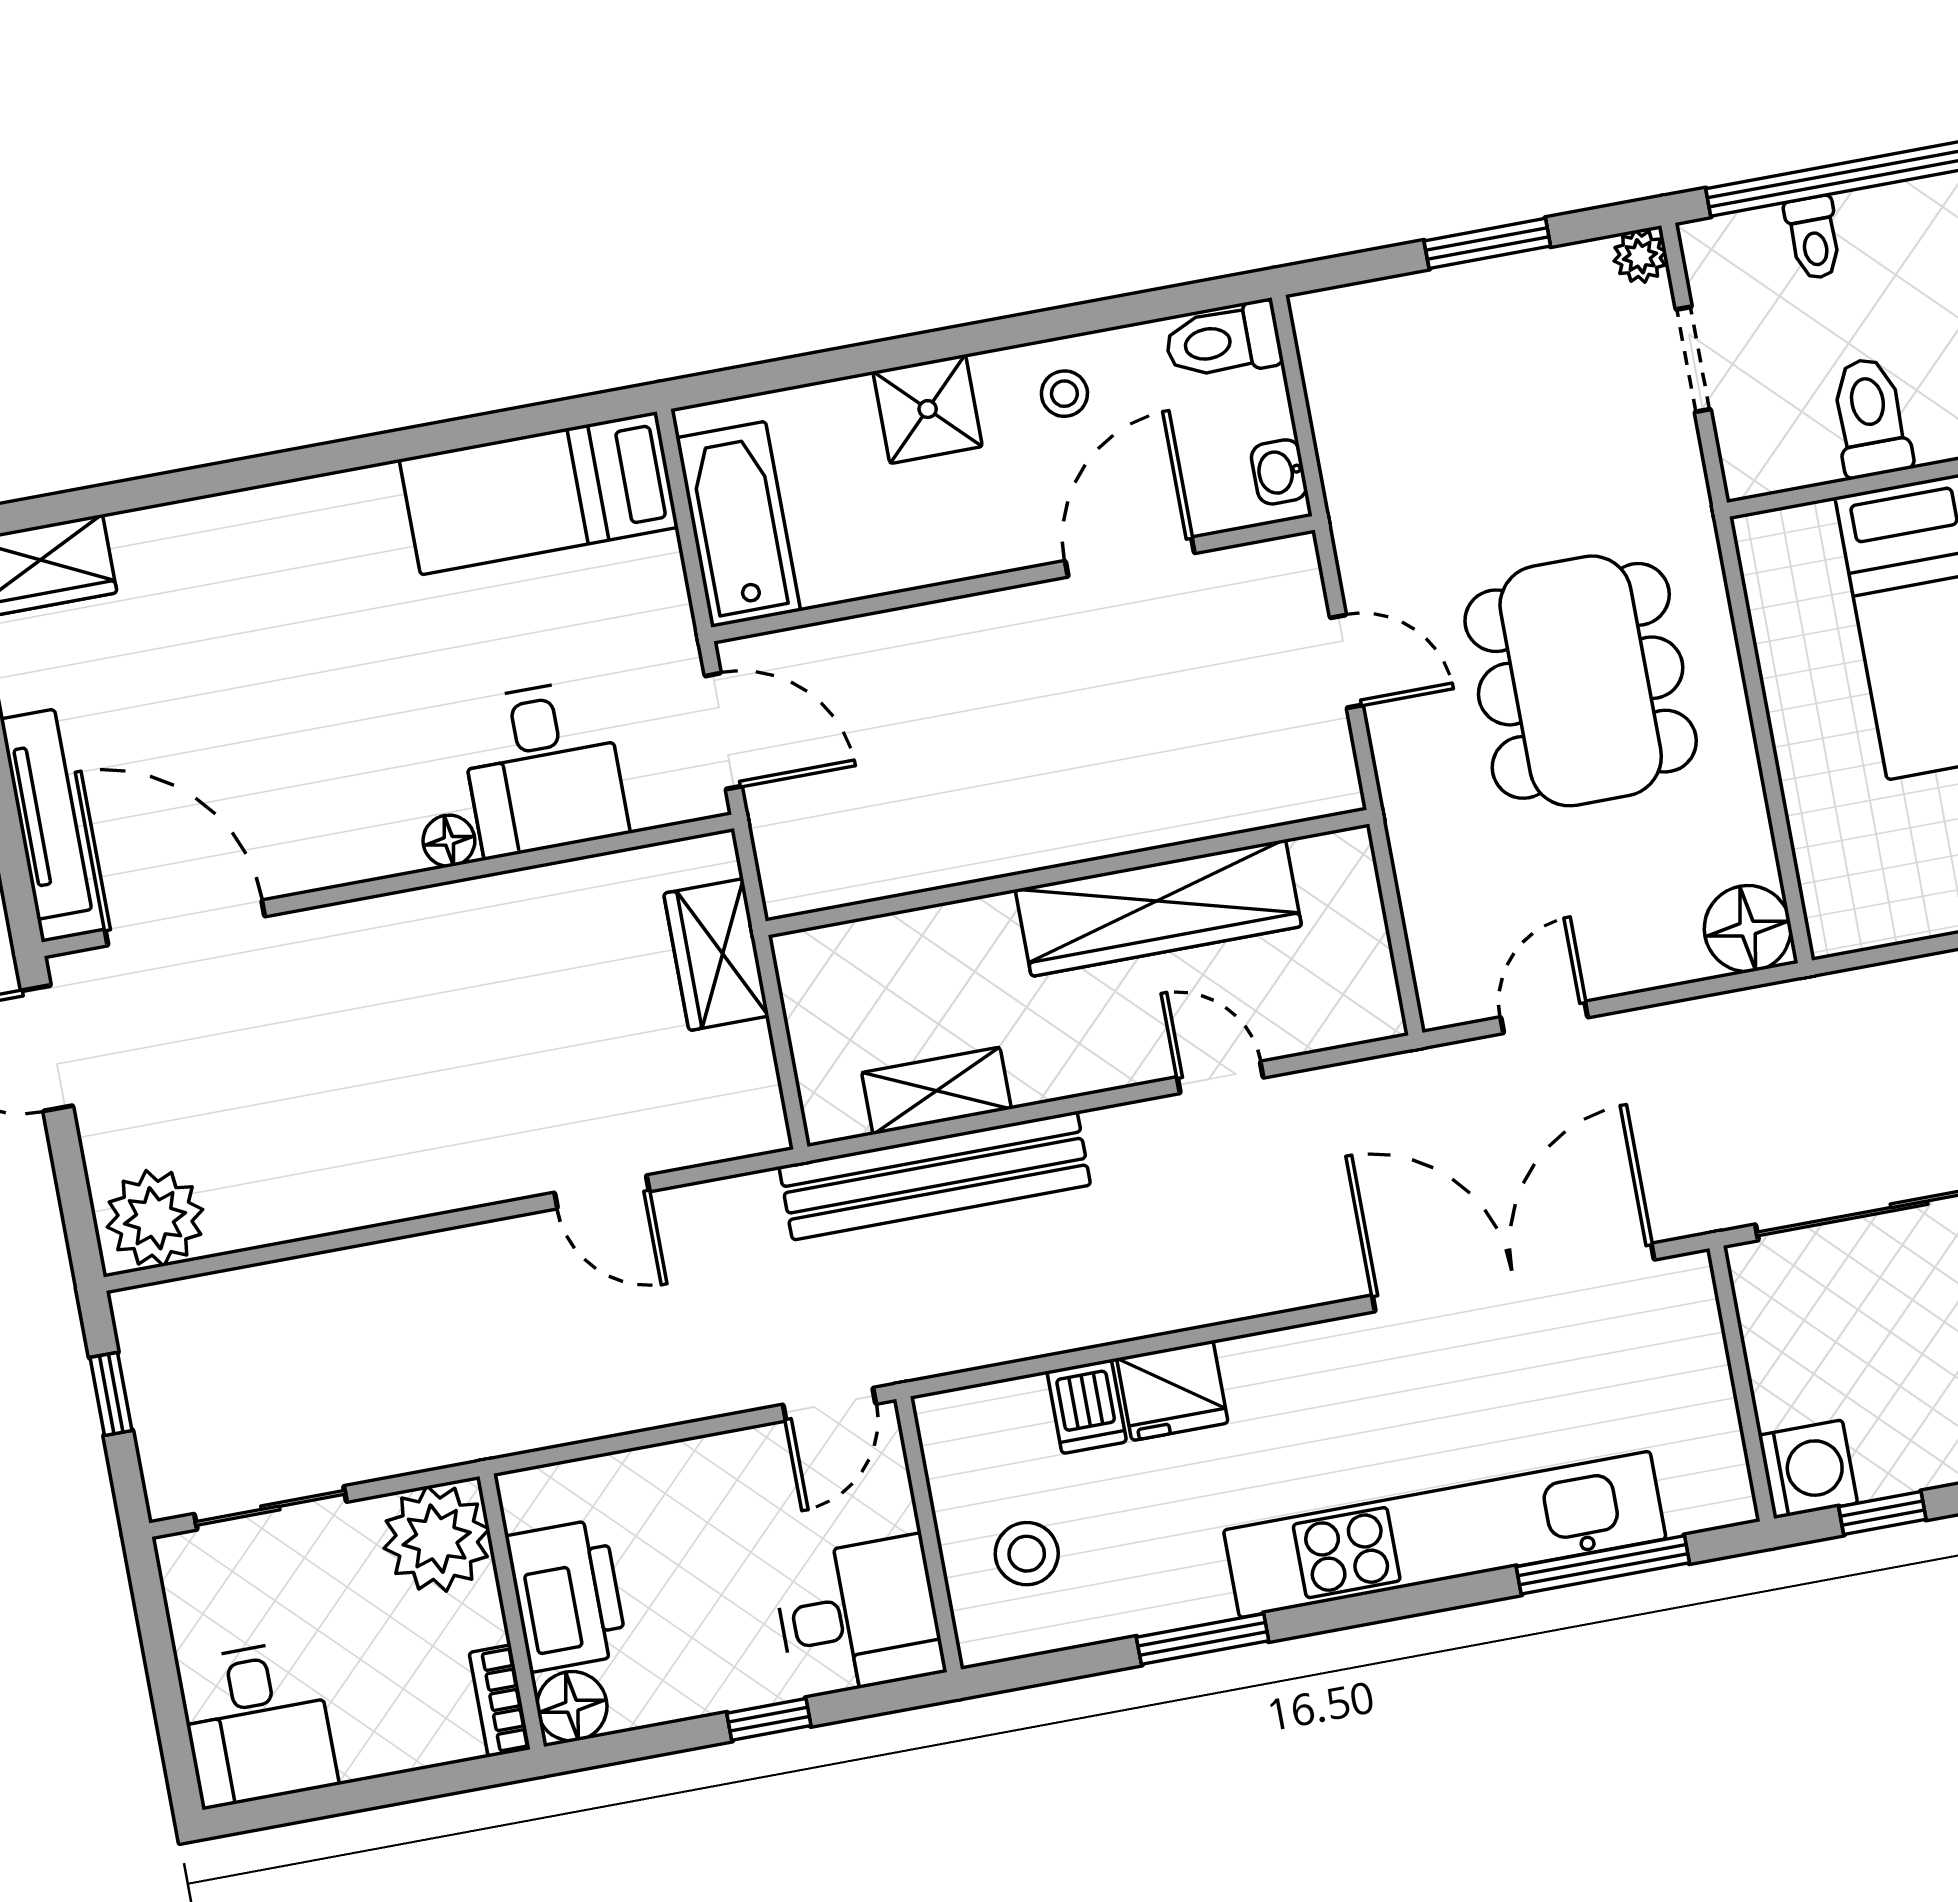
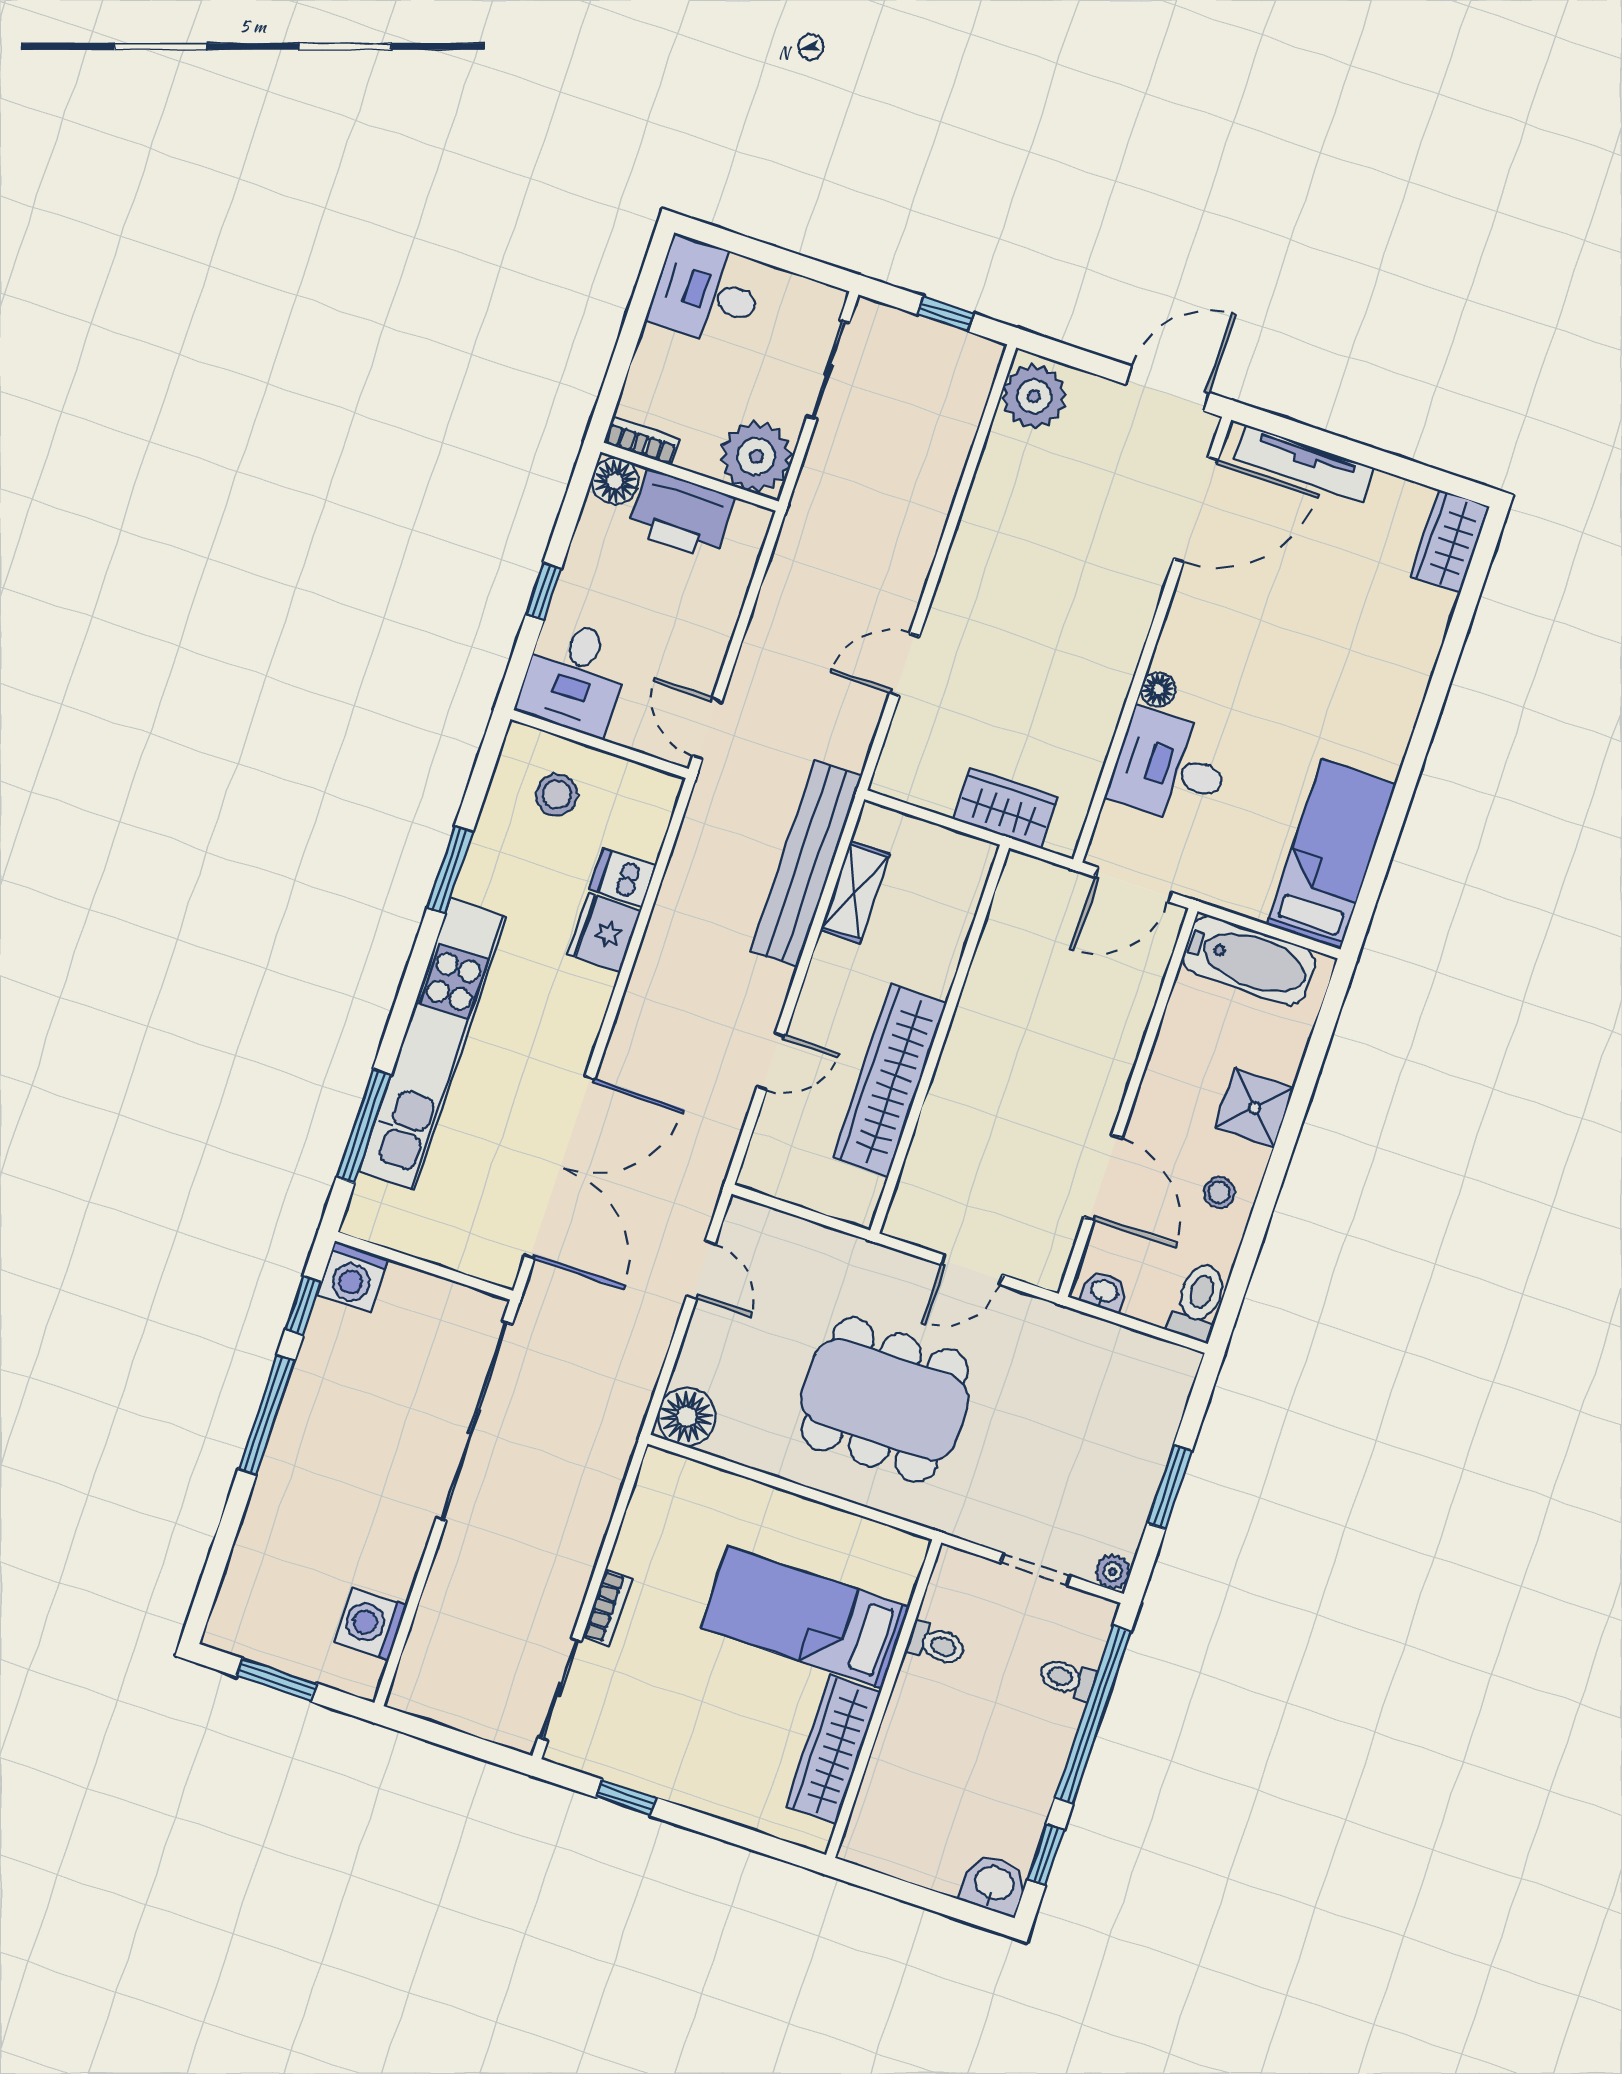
toilet: (1870, 418) -> (936, 1644), width x0.73, depth x0.72

